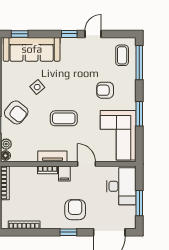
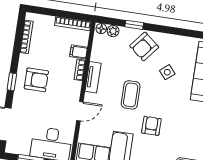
armchair: (105, 90) -> (151, 126), moved
filing cabinet: (64, 174) -> (79, 52), moved
armchair: (75, 210) -> (36, 80), moved

